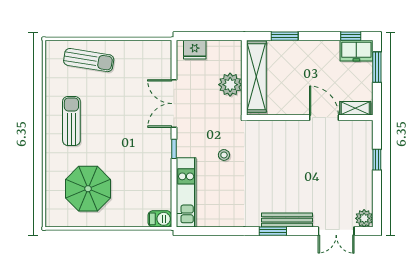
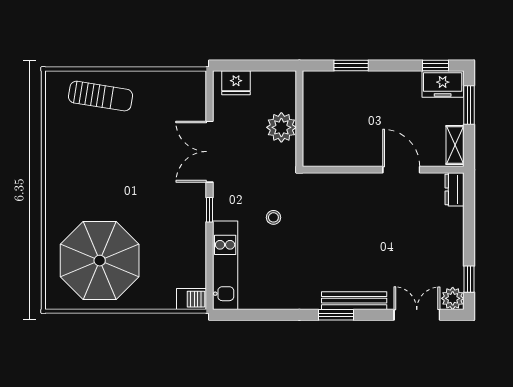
shelving: (256, 77) -> (315, 117), removed
shelving: (355, 108) -> (455, 145), moved, turned 90
sun lounger: (71, 121) -> (78, 174), removed
dresser: (366, 133) -> (455, 189), added
window: (377, 160) -> (469, 279), moved
parasol: (88, 189) -> (100, 261), width x1.36, depth x1.36
double door: (336, 231) -> (417, 315), swing flipped

